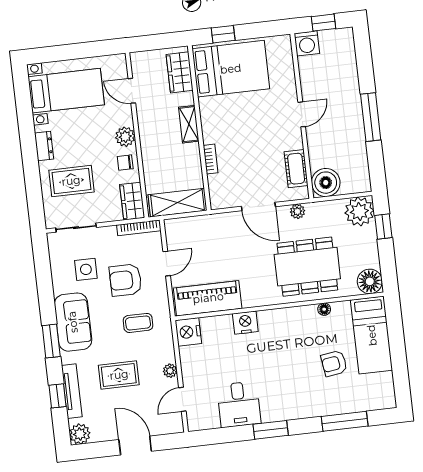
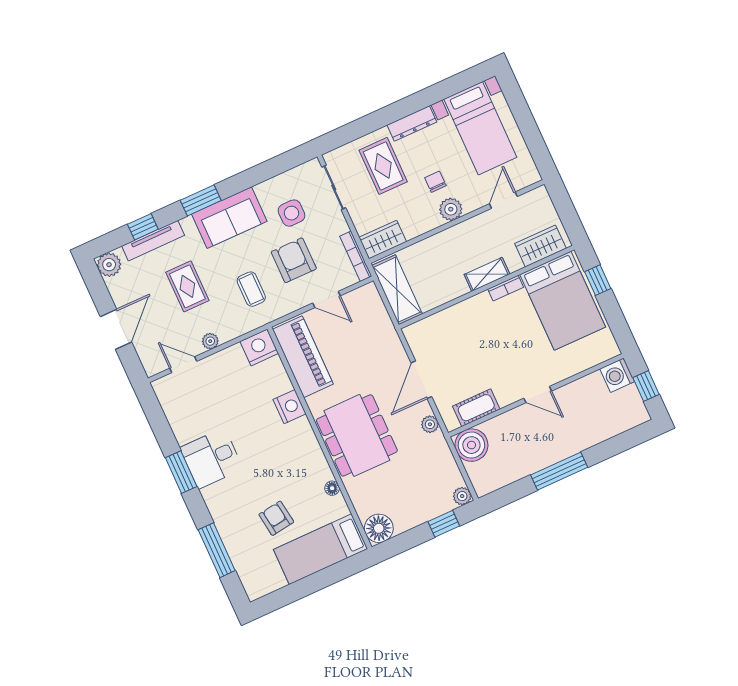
dresser: (44, 146) -> (412, 124), width x1.44
bookcase: (211, 159) -> (506, 288), moved
chair: (125, 163) -> (435, 182), moved
plant: (359, 211) -> (462, 496), width x0.53, depth x0.53
dining table: (307, 267) -> (357, 435), moved
desk: (239, 404) -> (211, 458), moved

